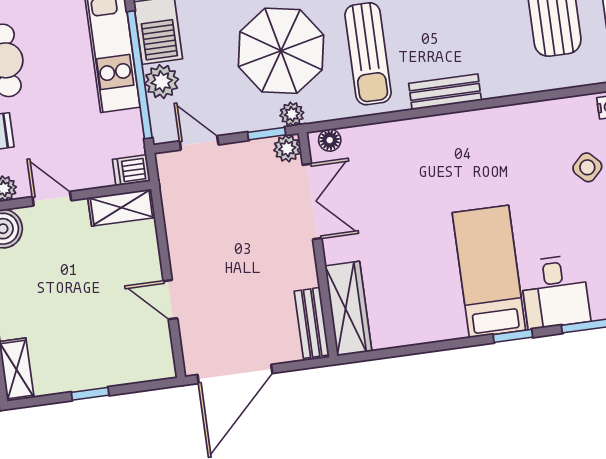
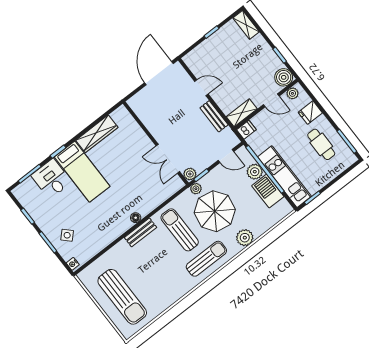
floor lamp: (330, 140) -> (136, 218), moved
wardrobe: (348, 309) -> (97, 134), moved, turned -90
bench: (312, 323) -> (214, 116), moved

